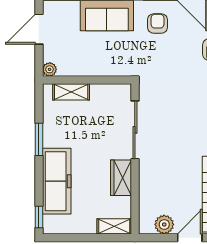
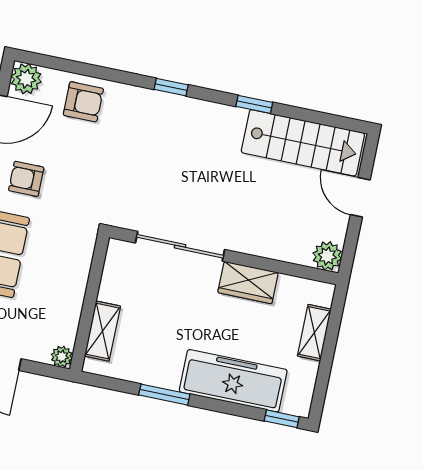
plant: (164, 224) -> (327, 256), moved
shelving: (114, 226) -> (314, 333), moved

